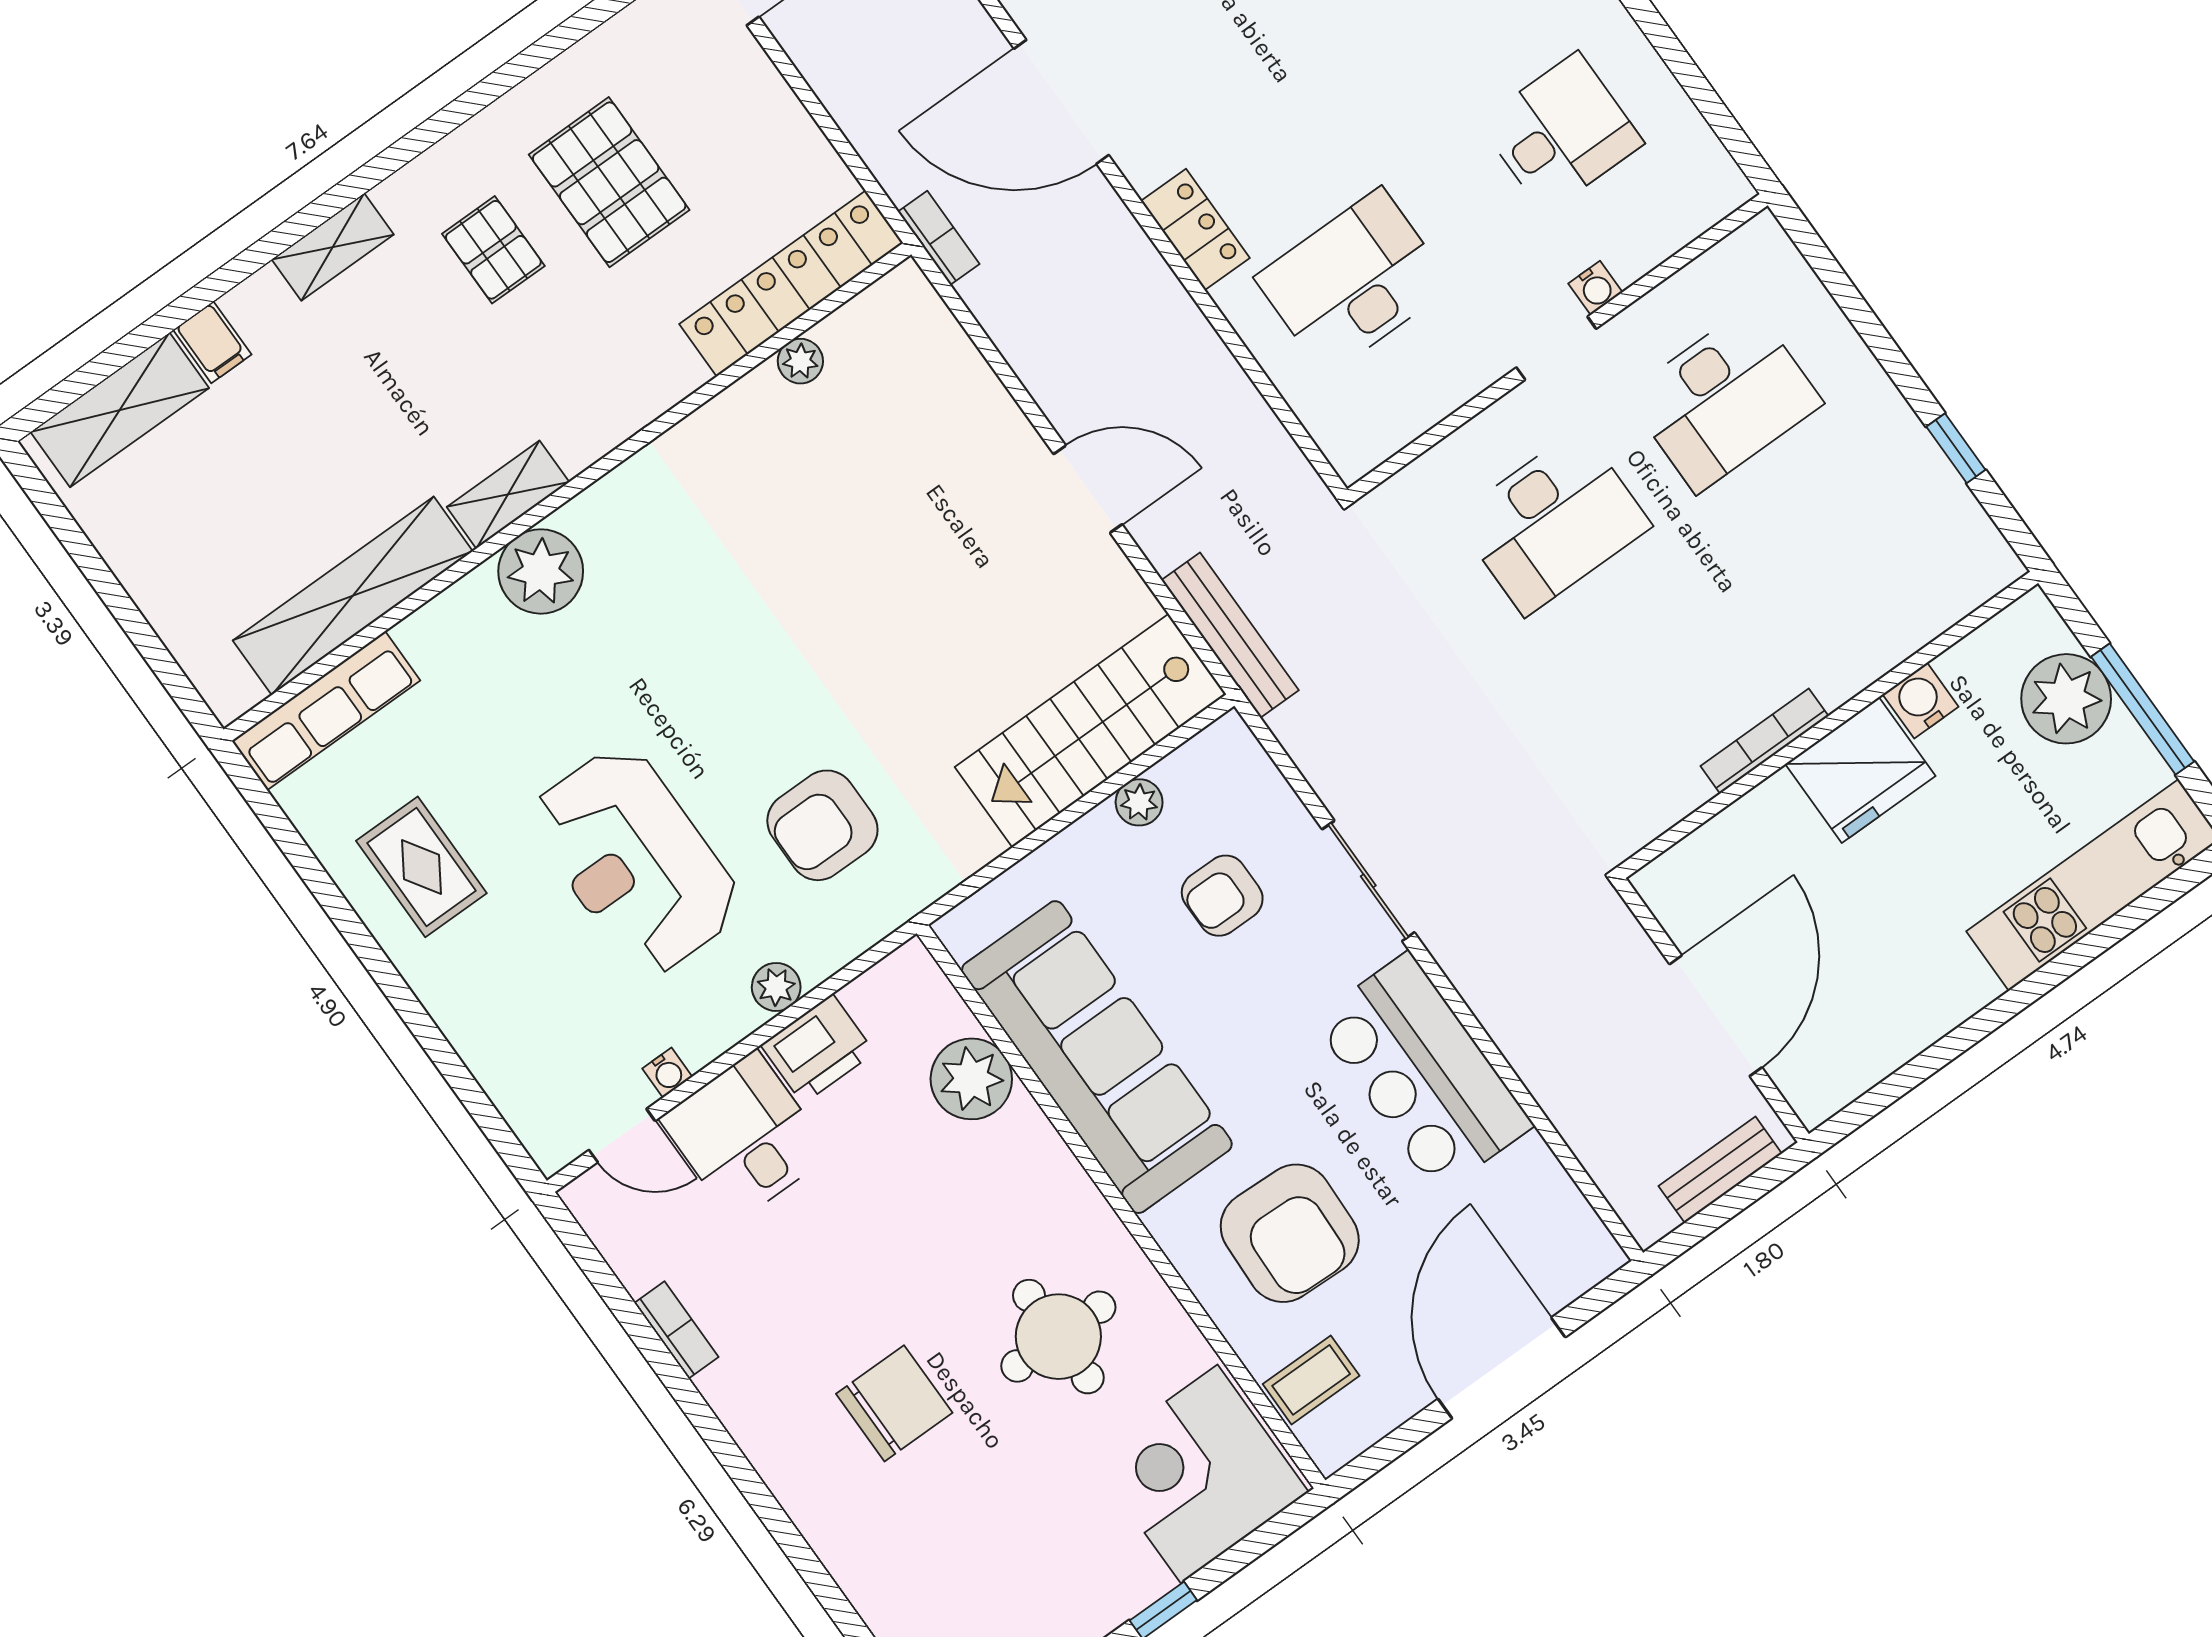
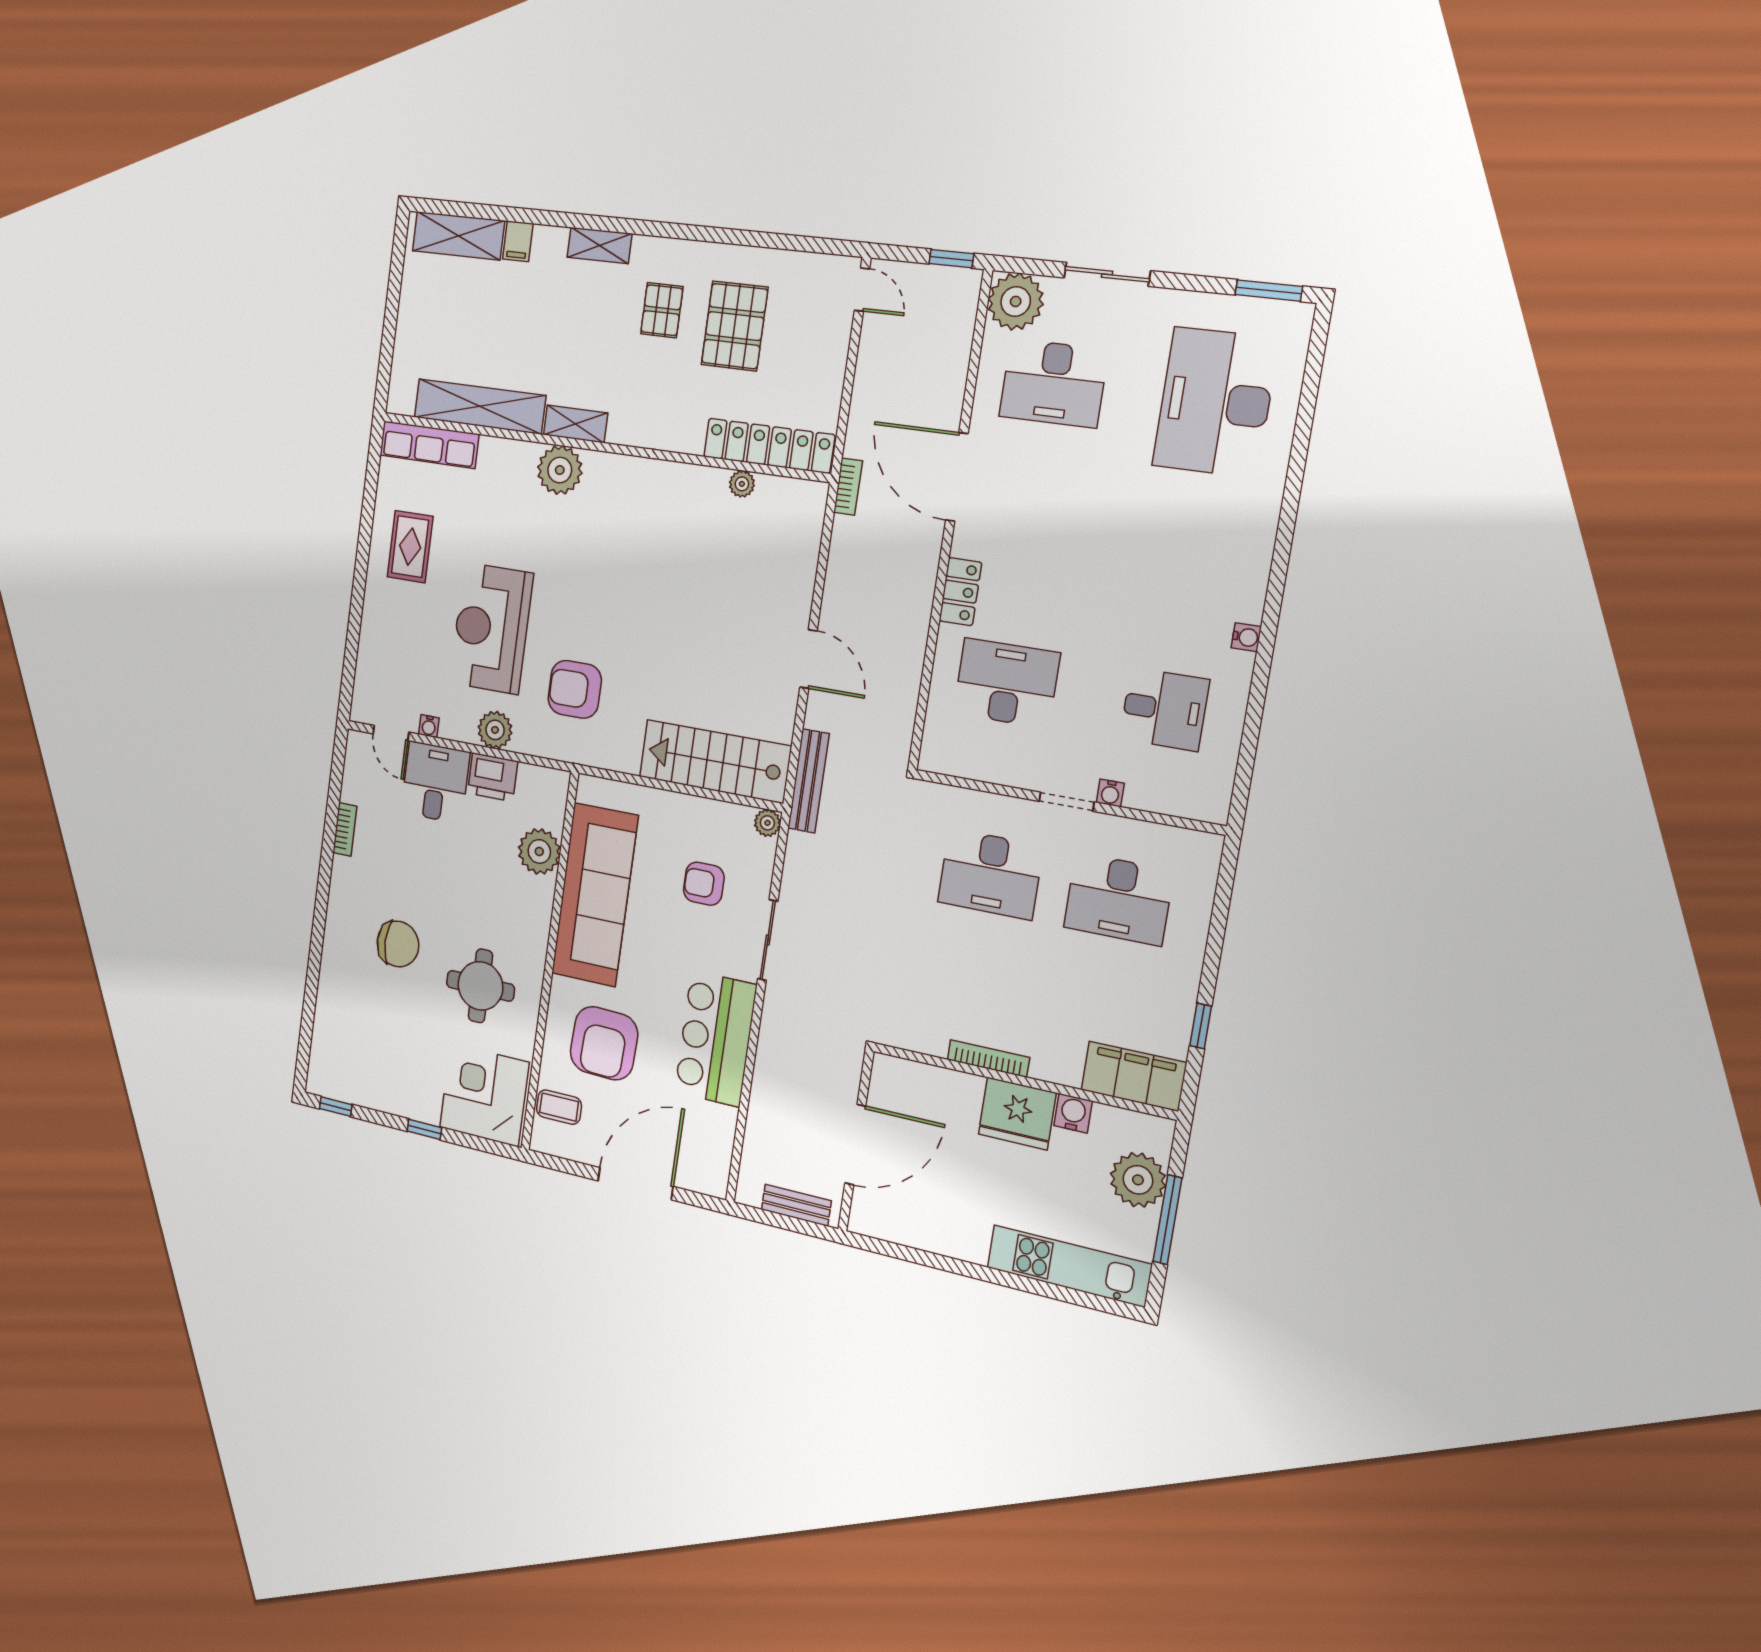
filing cabinet: (1943, 584) -> (1134, 1076), added
plant: (1139, 802) -> (767, 823), moved
plant: (776, 987) -> (495, 730), width x1.38, depth x1.38

